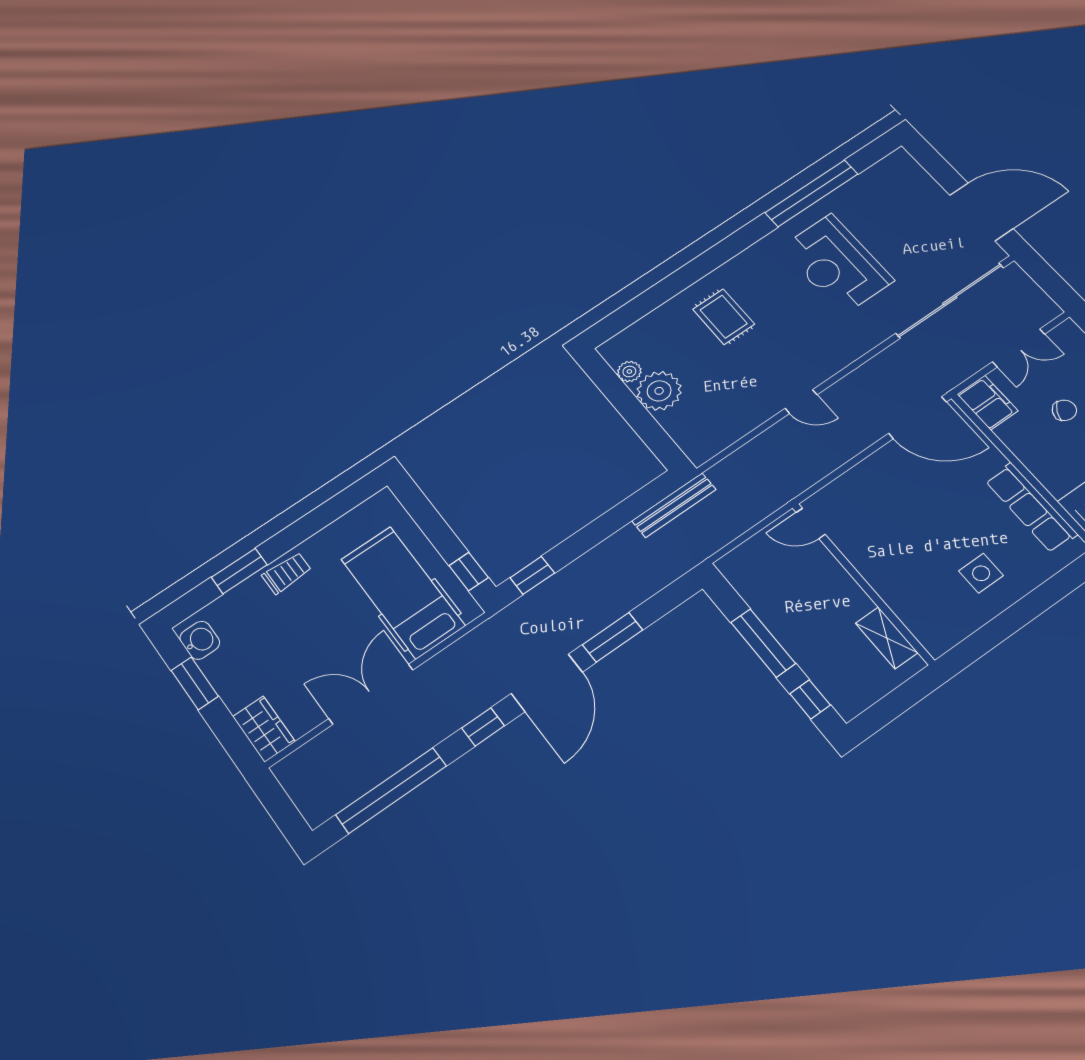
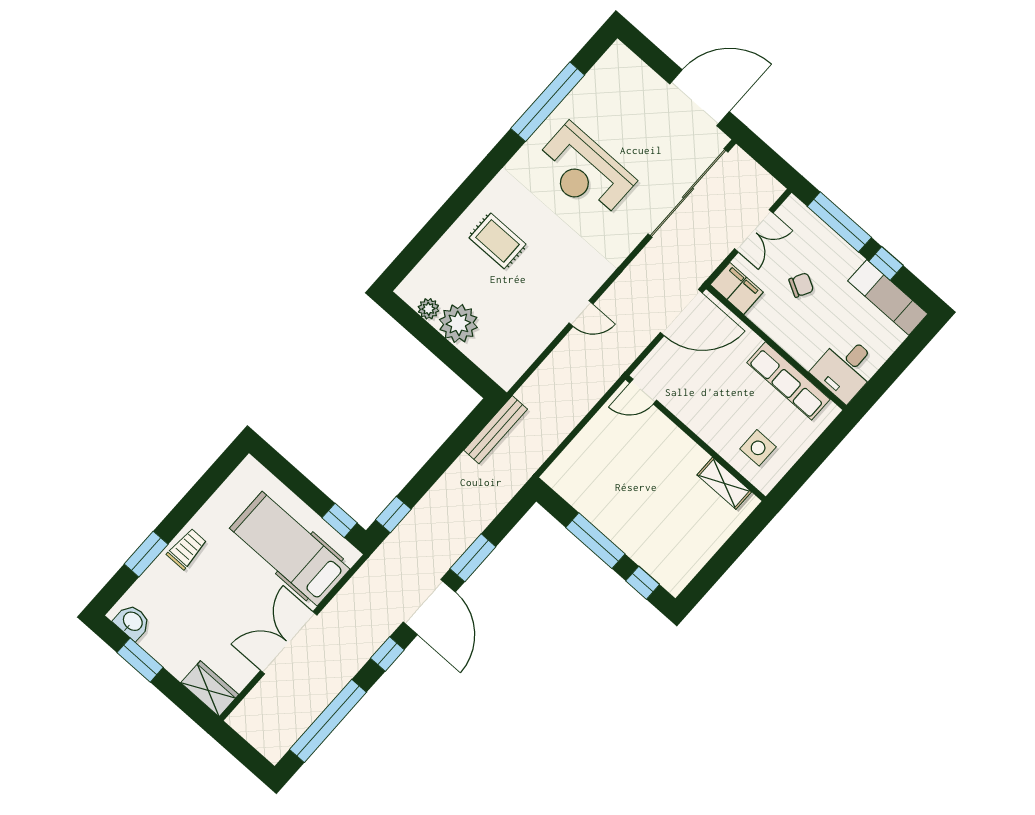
door: (811, 523) -> (643, 392), moved
wall: (862, 583) -> (696, 438), moved
shelving: (887, 638) -> (724, 483), moved

